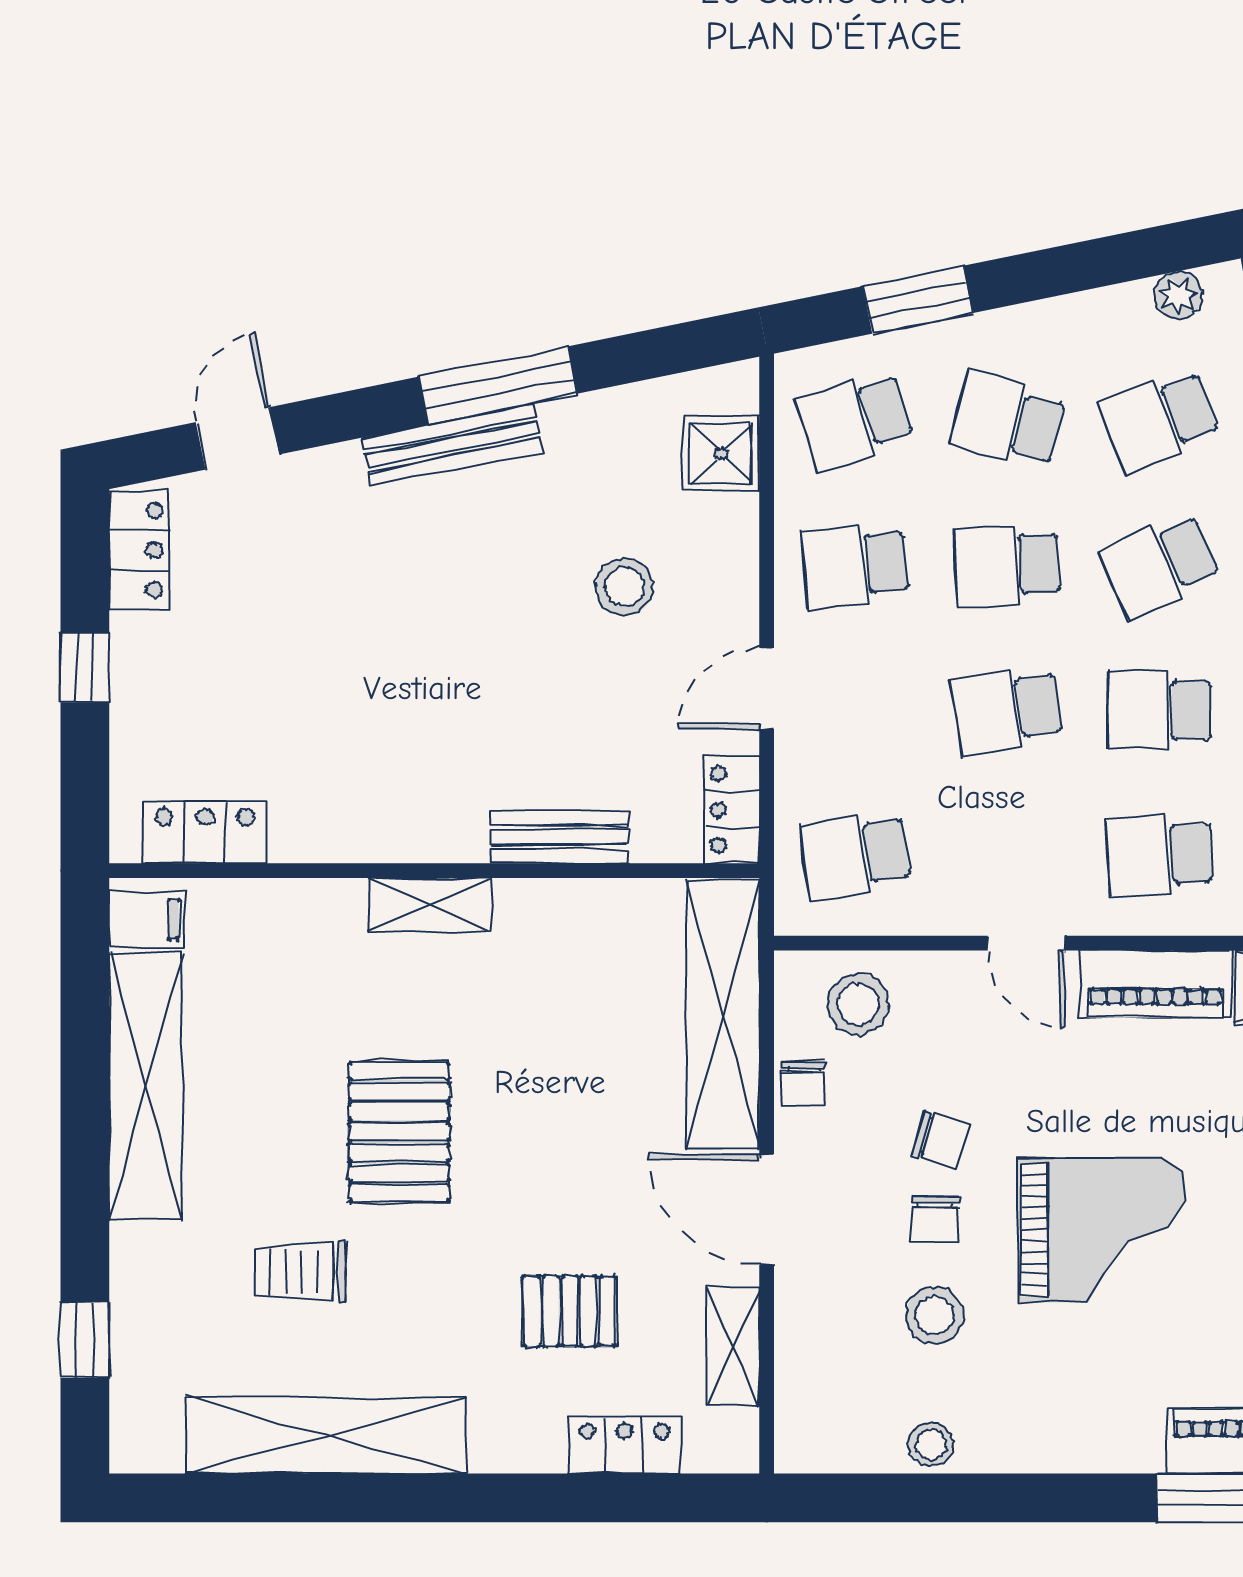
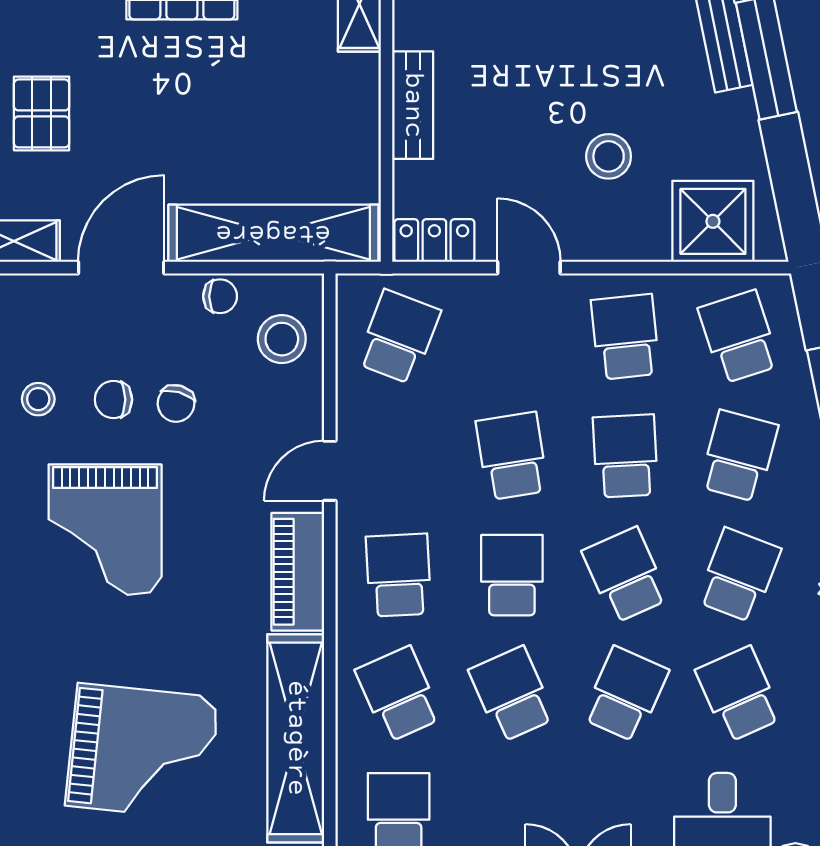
school desk: (1159, 420) -> (739, 575), turned 42
shower: (721, 453) -> (713, 221), width x1.36, depth x1.36
school desk: (855, 855) -> (399, 337), turned 30
chair: (803, 1083) -> (220, 296), turned 180
stool: (935, 1315) -> (38, 399), width x0.73, depth x0.73

